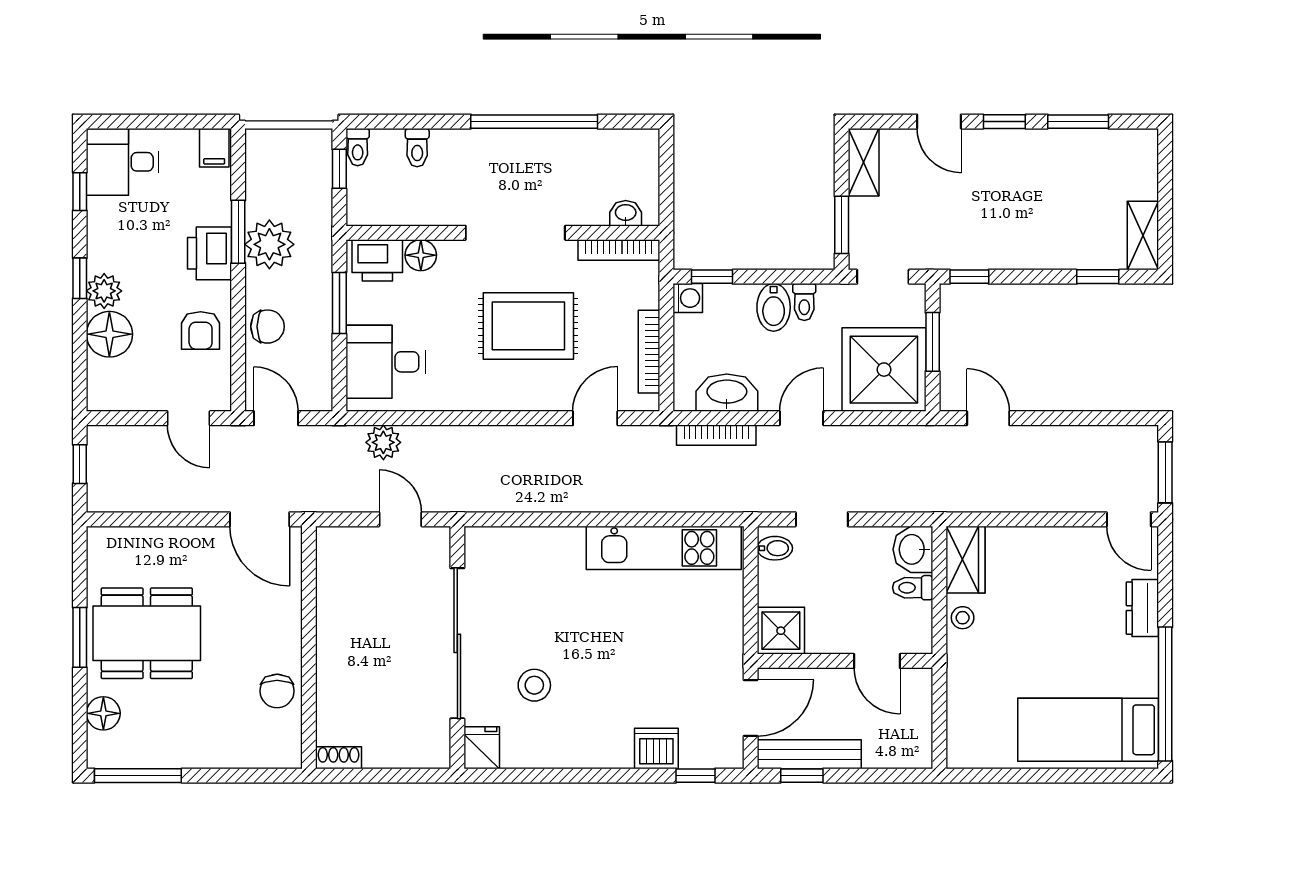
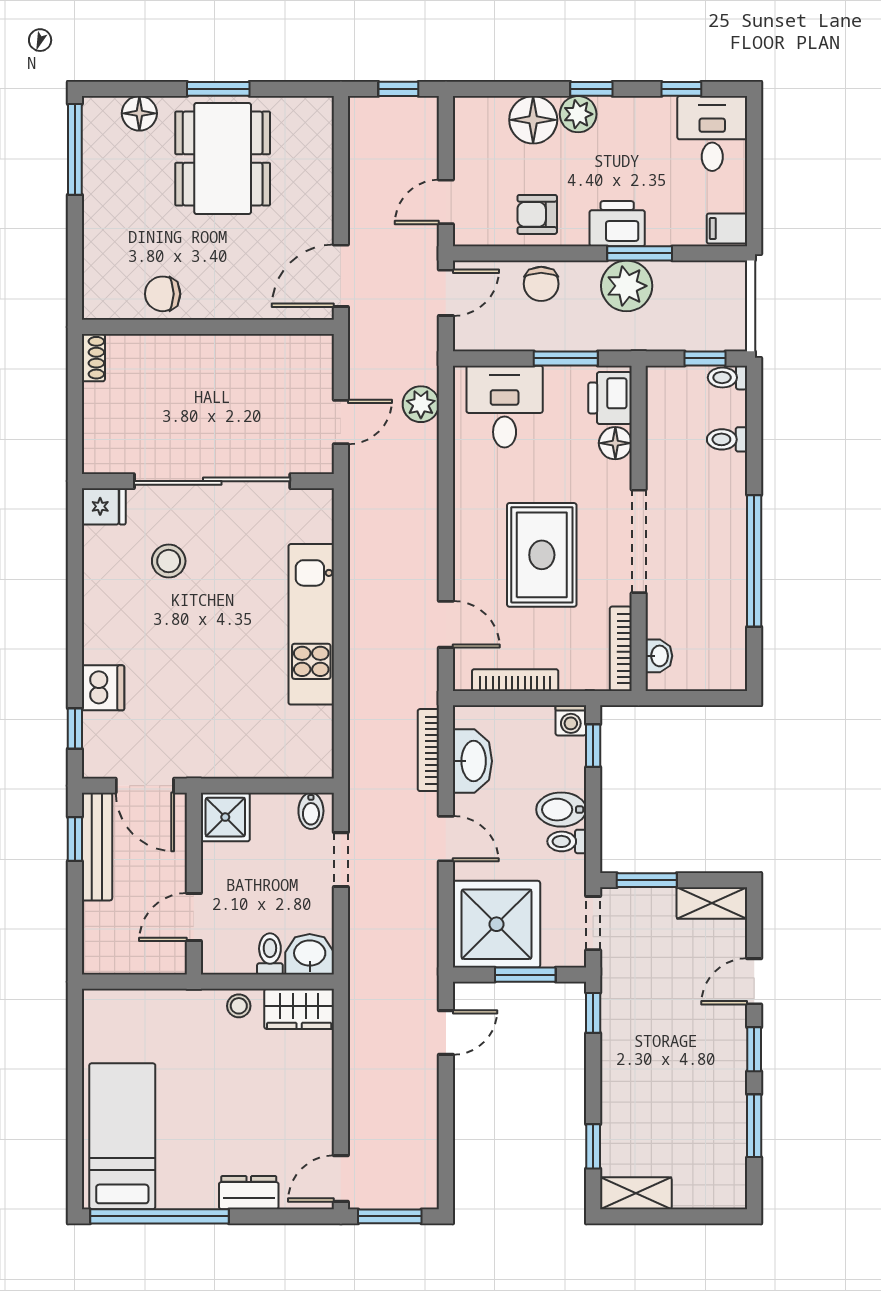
kitchen unit: (664, 548) -> (311, 624), moved

